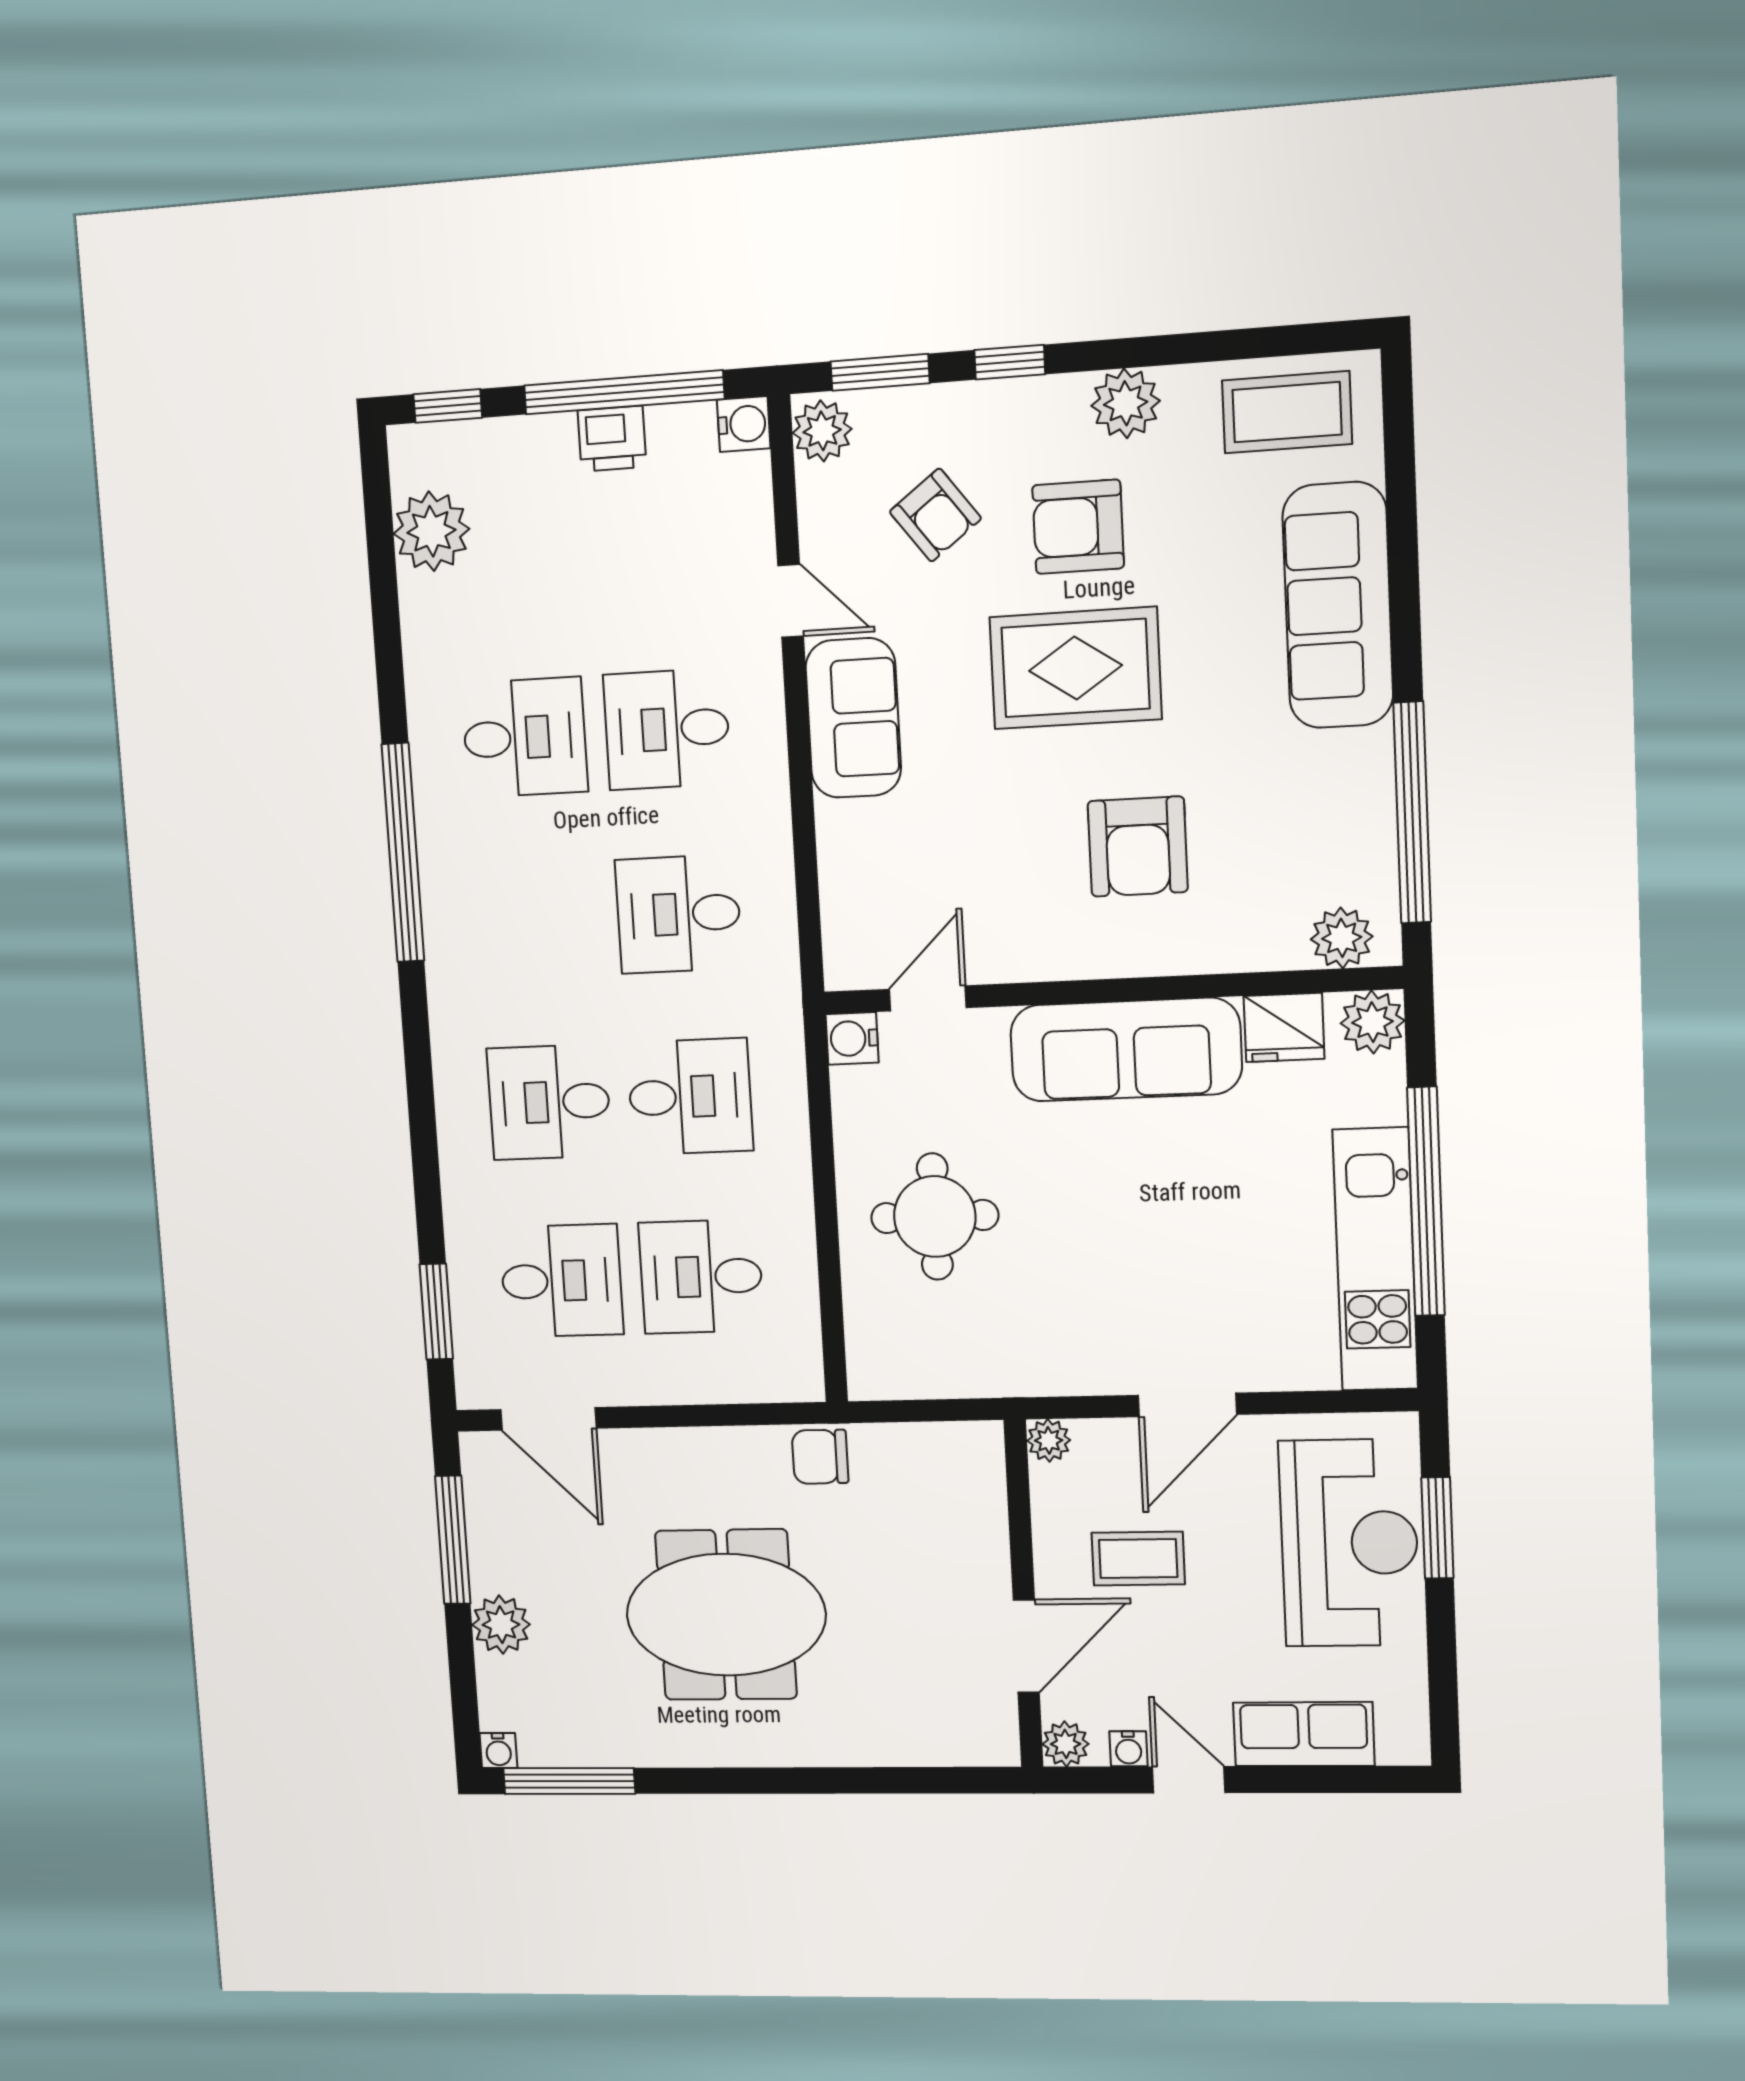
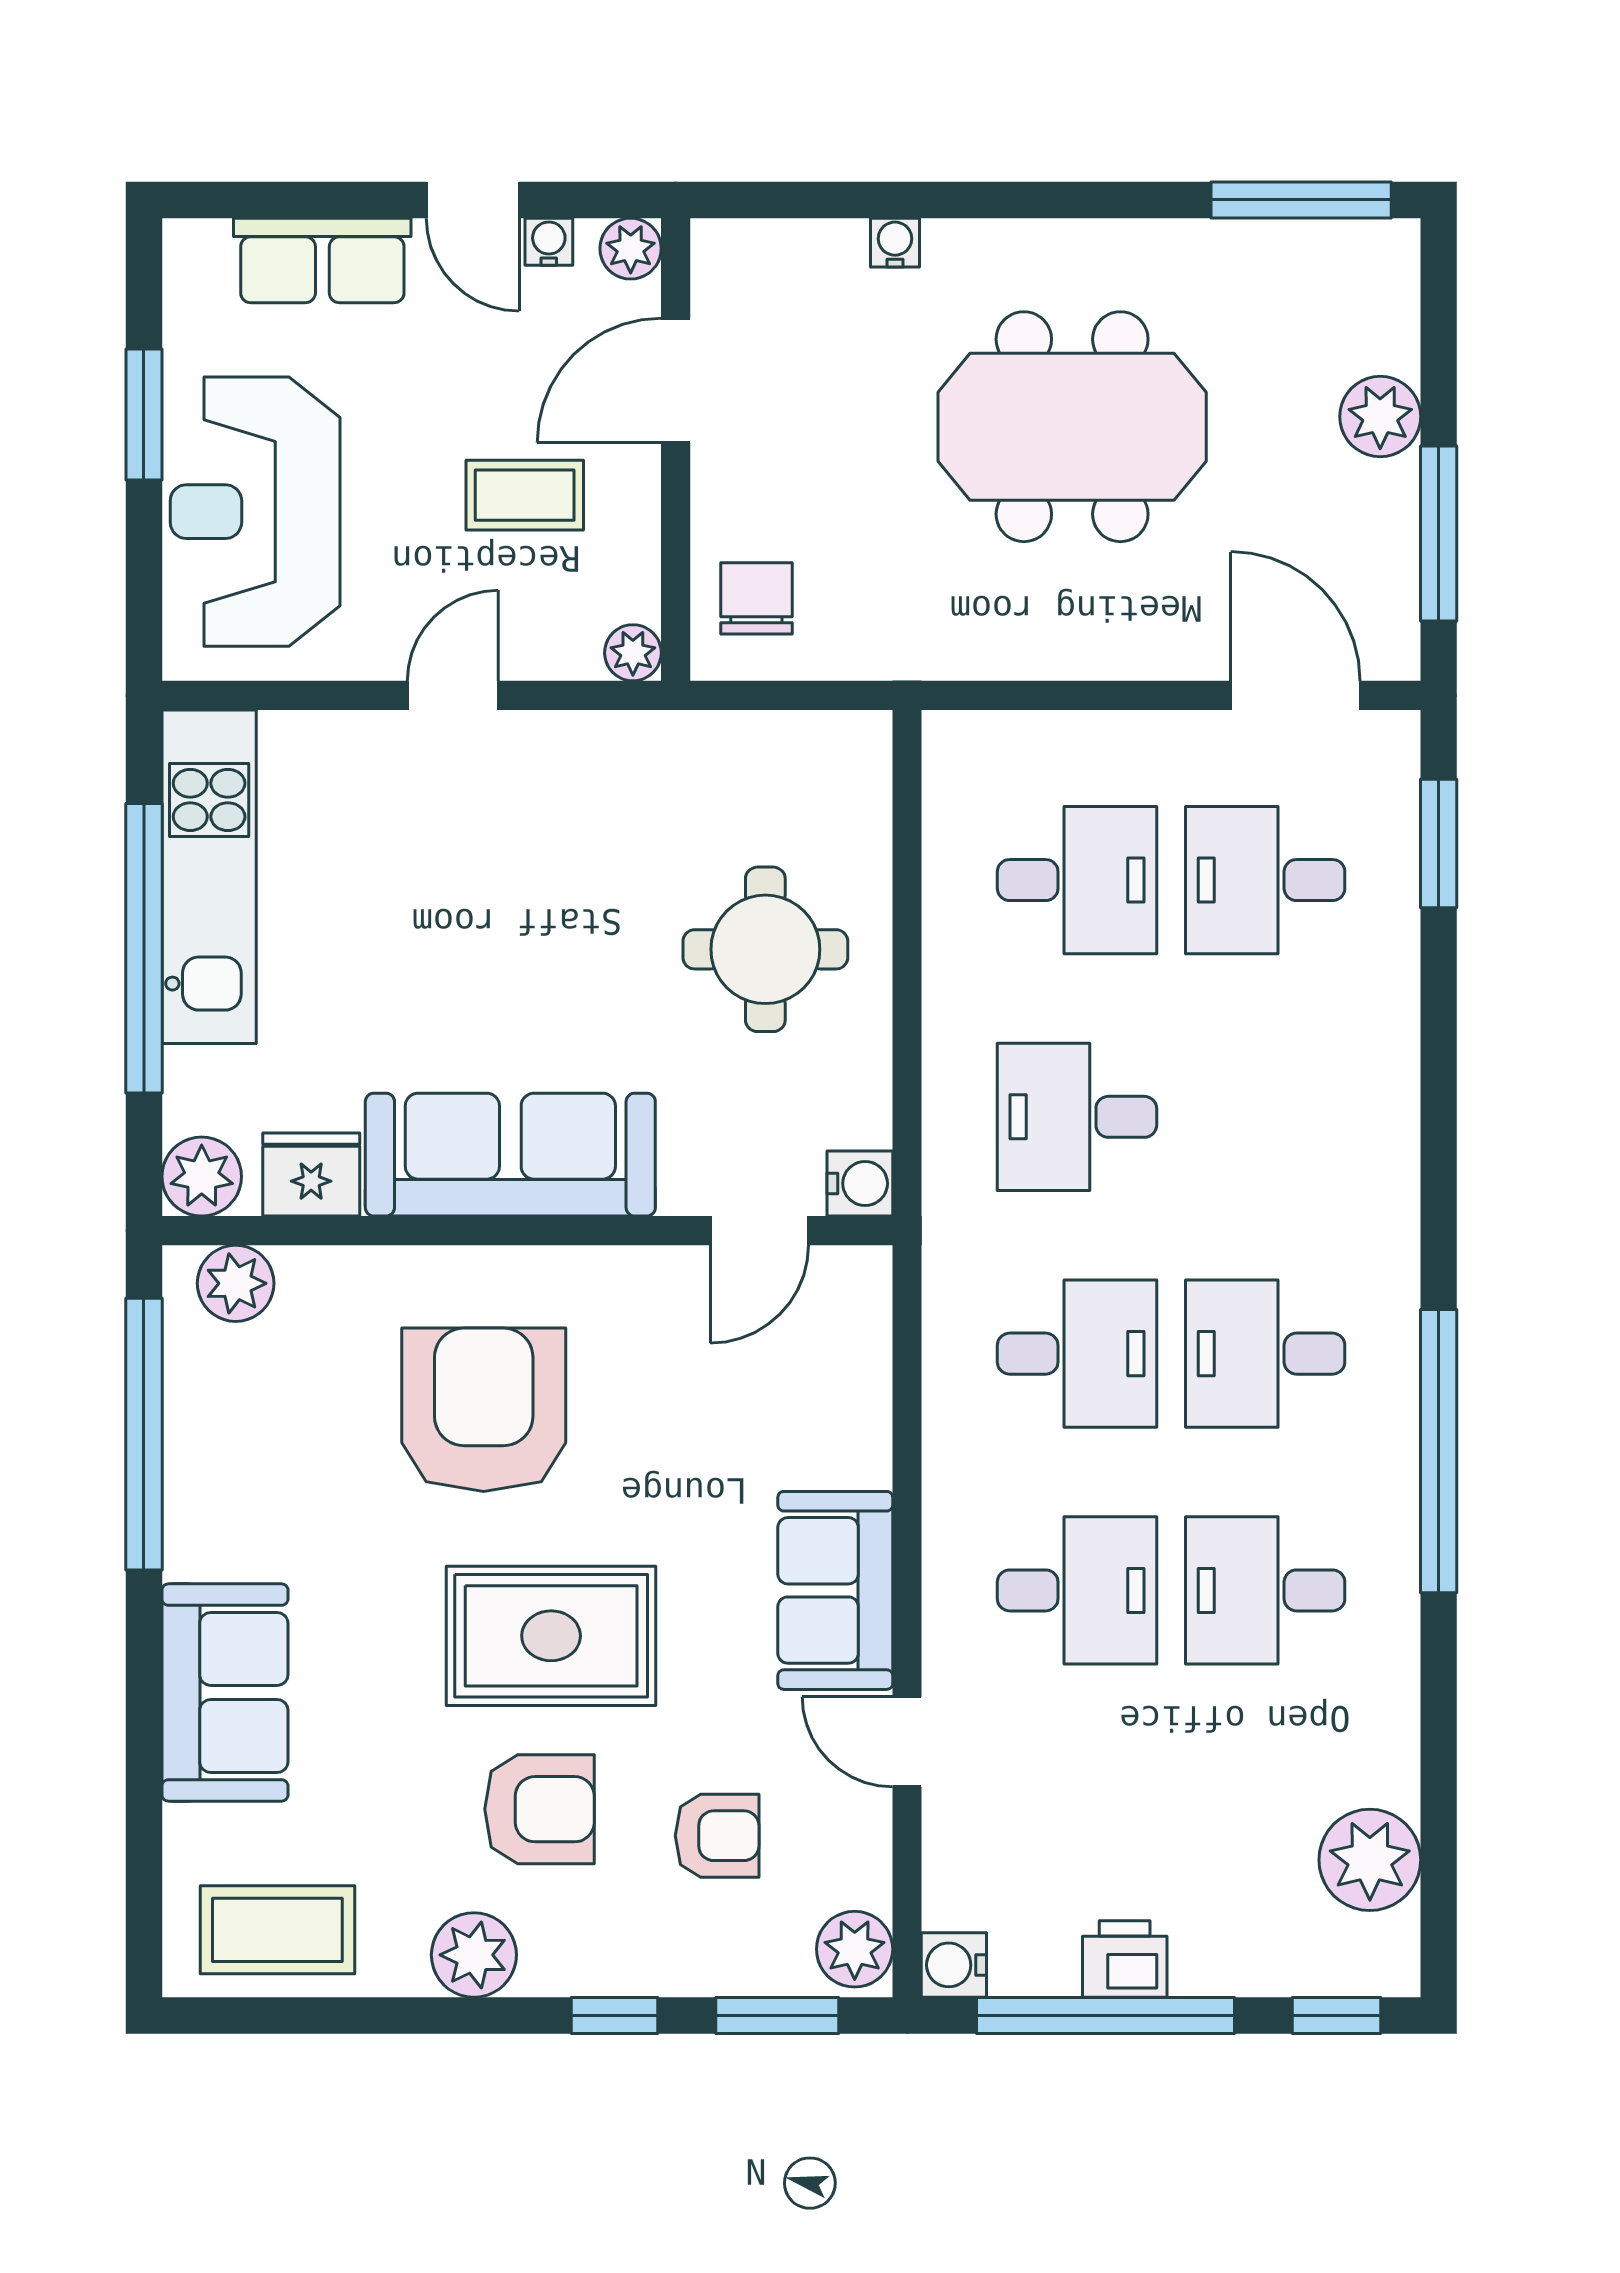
armchair: (935, 515) -> (717, 1836), turned 127
sofa: (1338, 605) -> (225, 1692), width x0.73
armchair: (1138, 847) -> (484, 1410), width x1.36, depth x1.36
desk: (549, 1102) -> (1265, 1354), moved, turned 180
door: (1187, 1405) -> (453, 695), width x0.73
chair: (820, 1457) -> (756, 598), moved, turned -90
window: (1437, 1528) -> (144, 415), moved
water cooler: (499, 1751) -> (895, 243), moved

